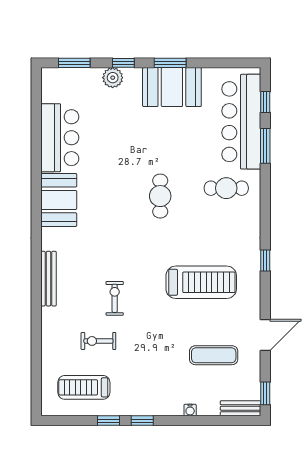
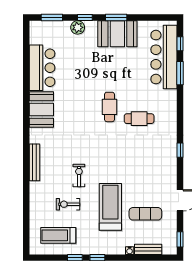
cafe table: (226, 188) -> (139, 119), moved
treadmill: (201, 282) -> (110, 207), moved, turned -90
bench: (240, 408) -> (148, 249), moved

